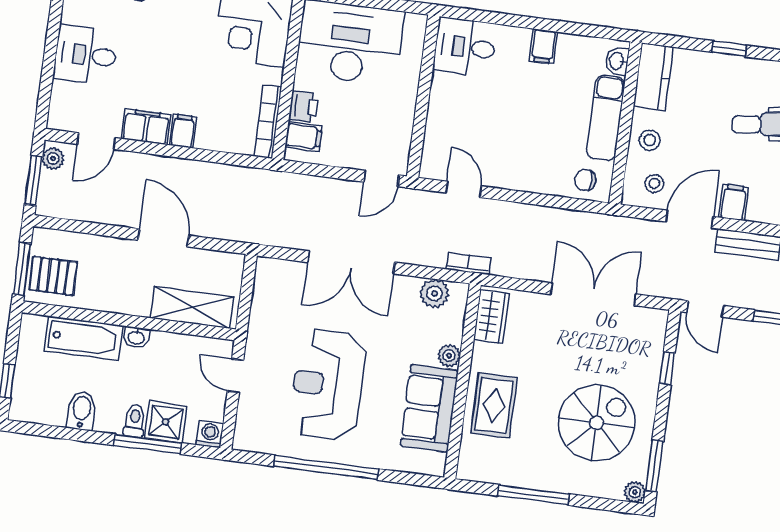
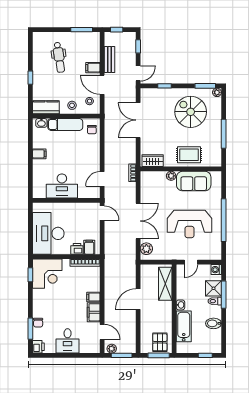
desk: (465, 47) -> (62, 186), moved, width x1.37
plant: (434, 293) -> (146, 249), moved

